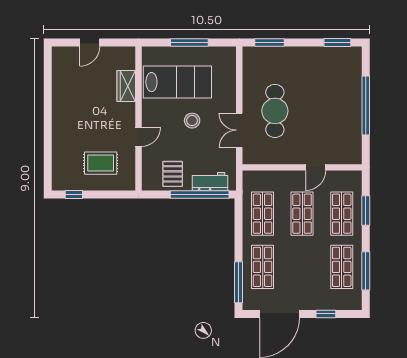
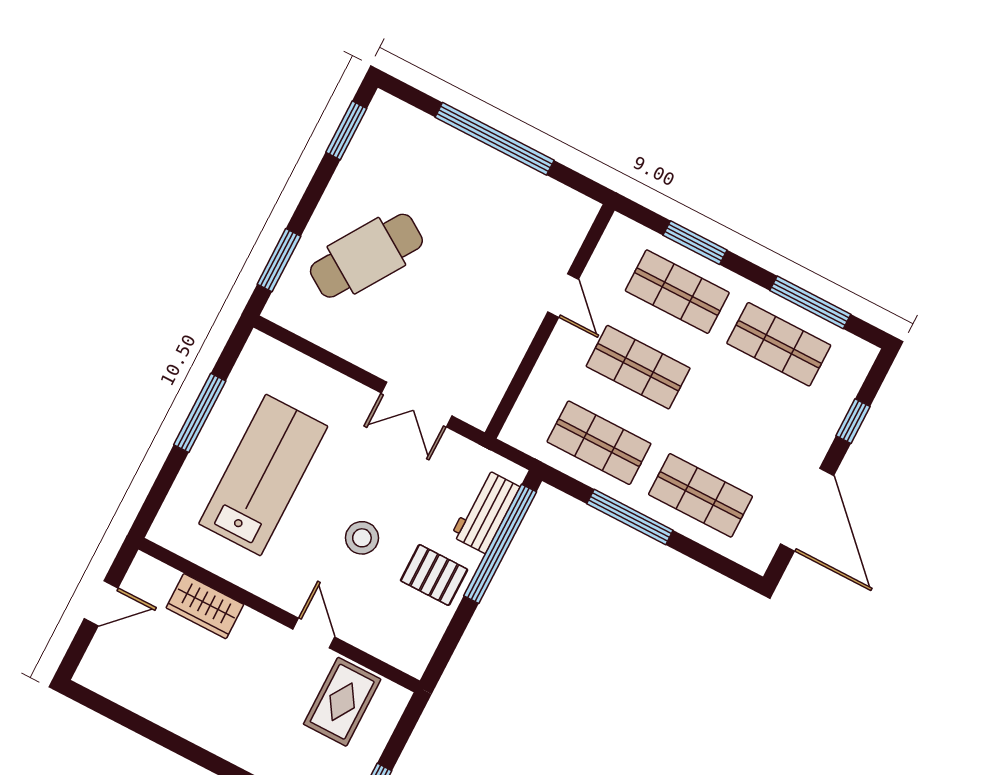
door: (90, 43) -> (101, 603), hinge flipped
wardrobe: (126, 86) -> (205, 606), moved
cafe table: (275, 111) -> (366, 256), moved, turned -57
wall: (138, 119) -> (279, 615), moved
stool: (192, 121) -> (362, 538), moved
door: (138, 137) -> (314, 633), moved
window: (238, 282) -> (630, 517), moved

